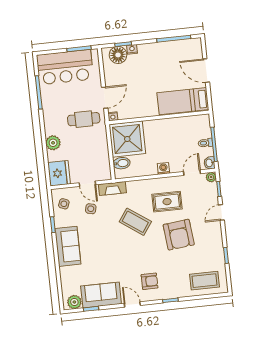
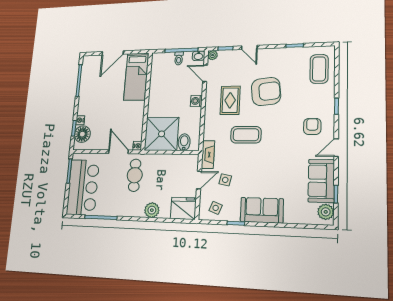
coffee table: (135, 222) -> (246, 135), turned 55

